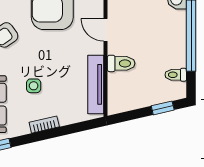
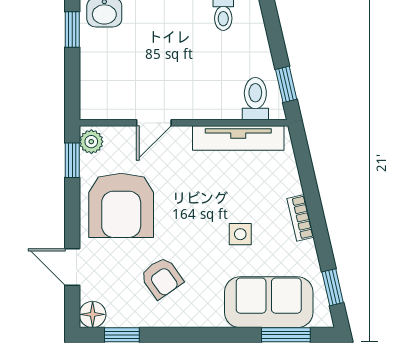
toilet: (121, 63) -> (255, 99), moved
window: (163, 108) -> (286, 84), moved

